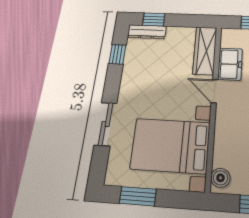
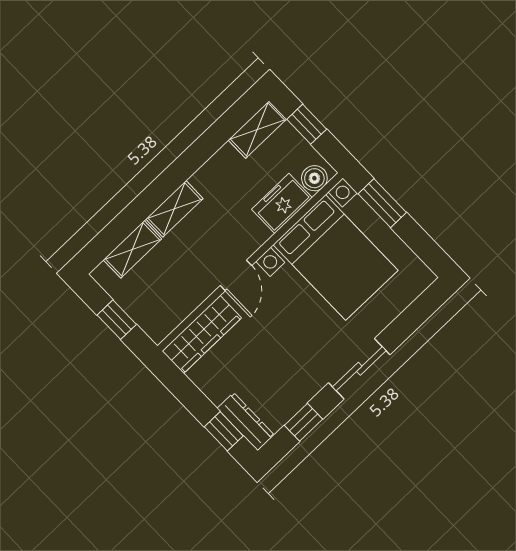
freezer: (230, 64) -> (282, 203), moved
sliding door: (106, 124) -> (359, 369), moved
window: (138, 196) -> (382, 203), moved

